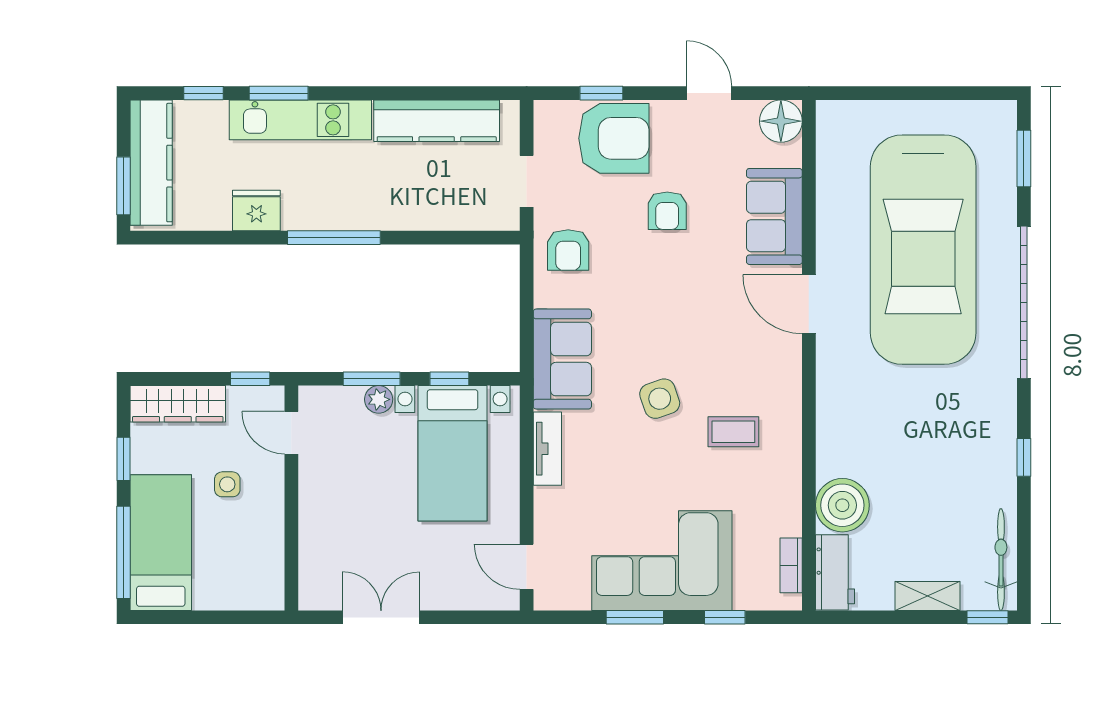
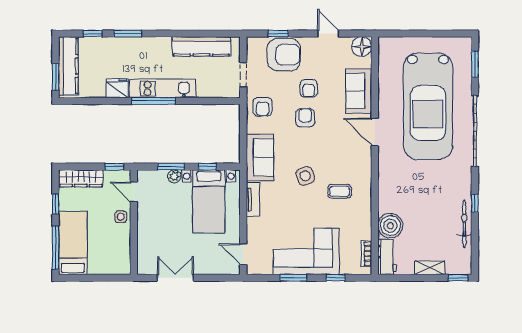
kitchen unit: (300, 120) -> (163, 88), moved, turned 180
armchair: (659, 274) -> (305, 118), added
side table: (227, 484) -> (121, 217), moved
bicycle: (1001, 560) -> (464, 224), moved

